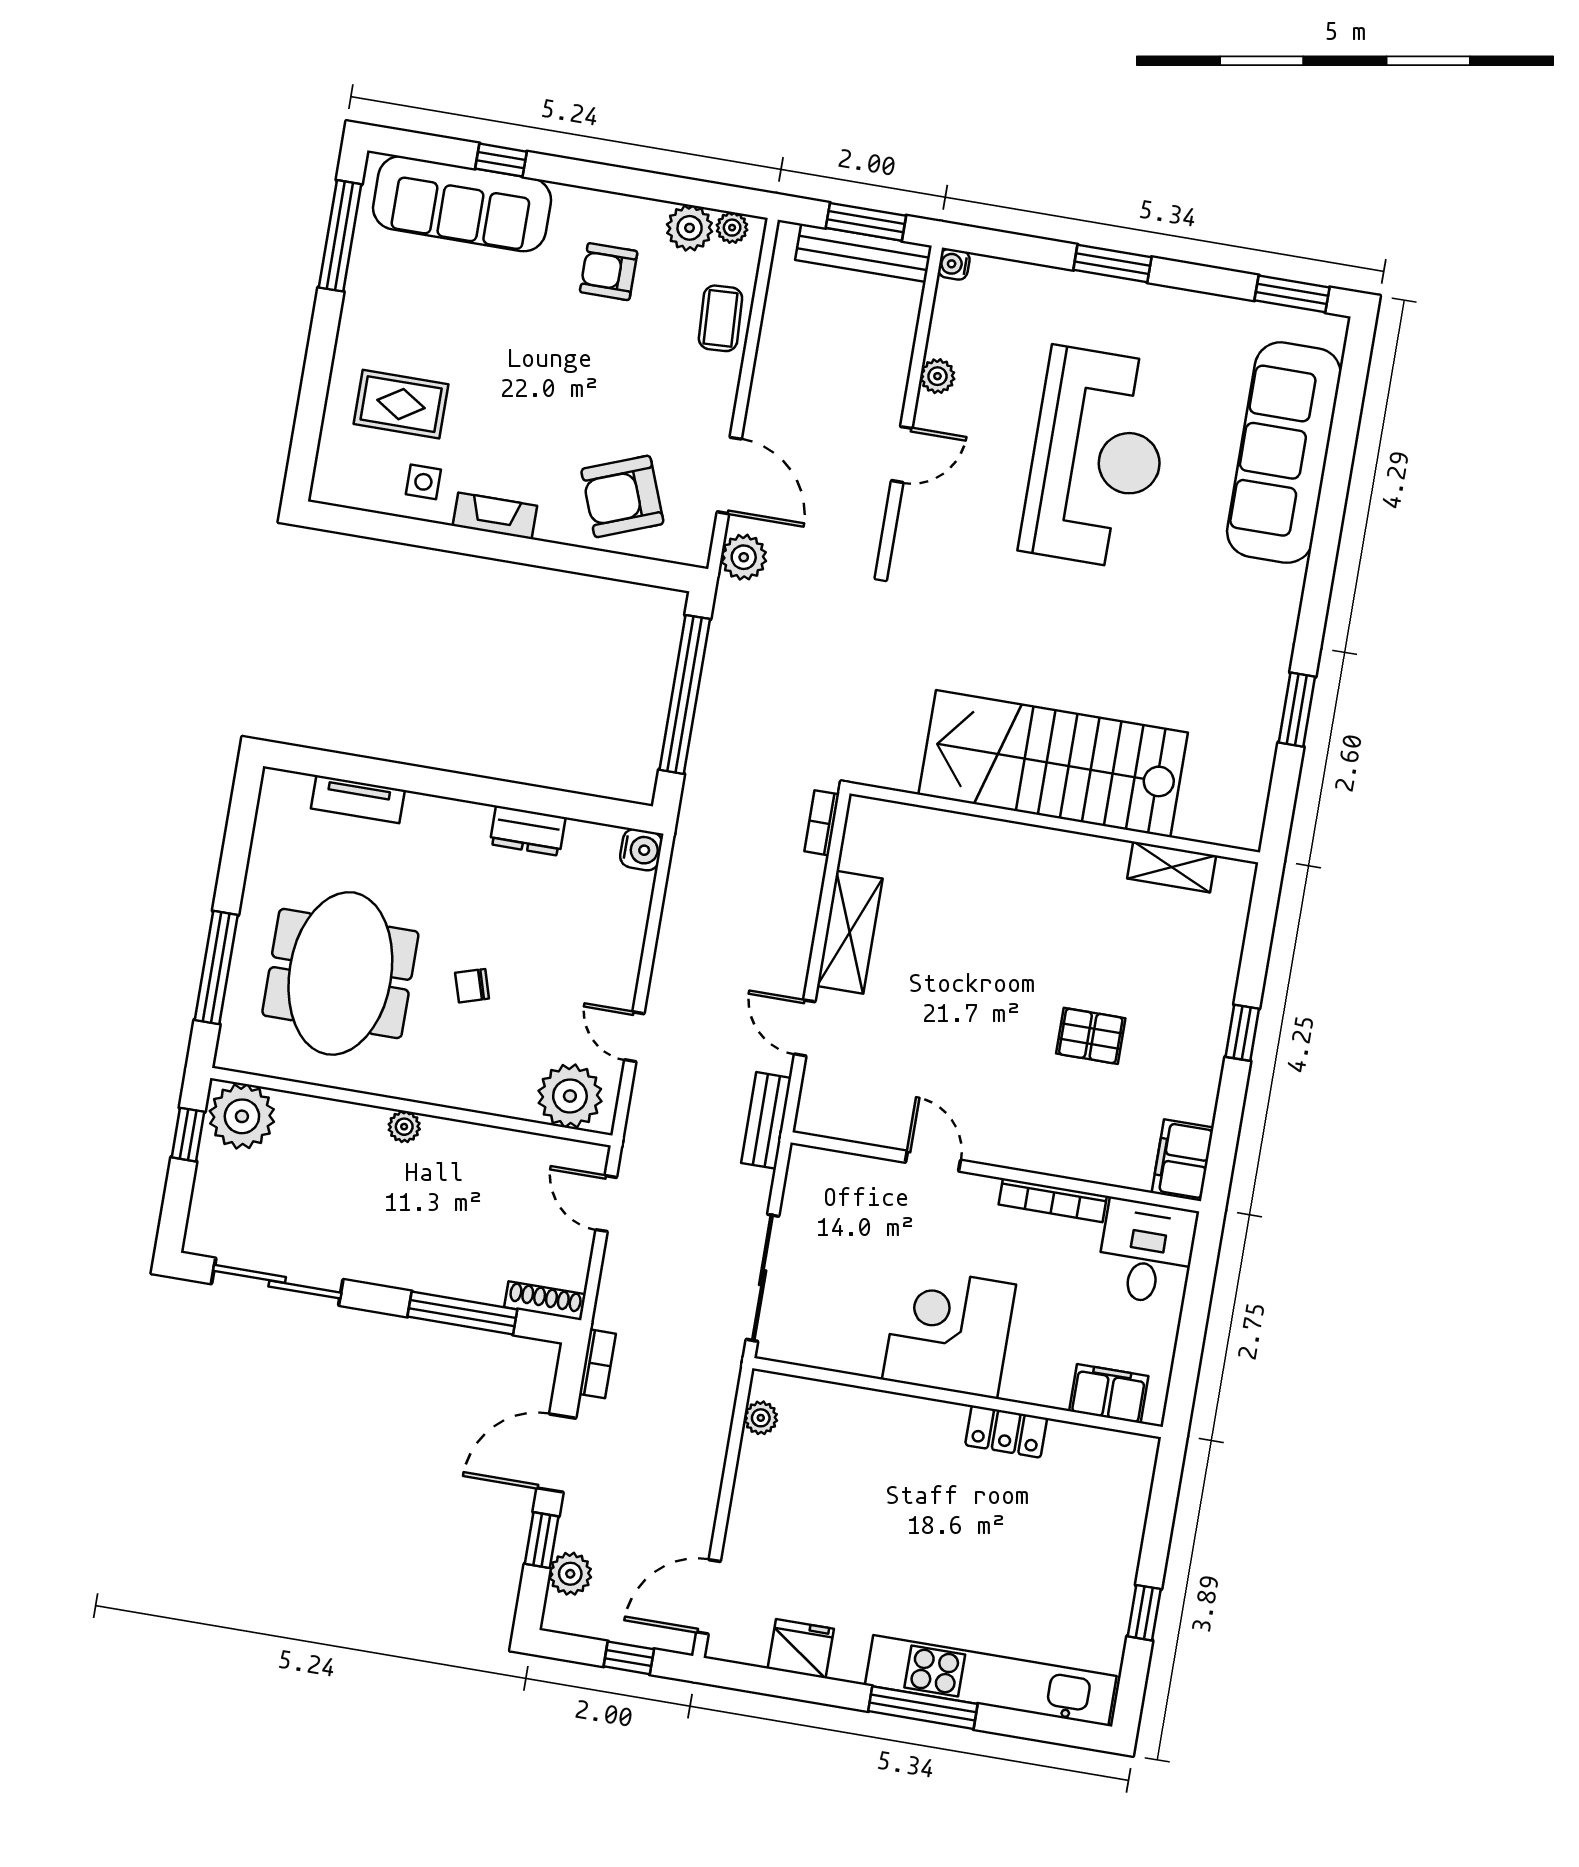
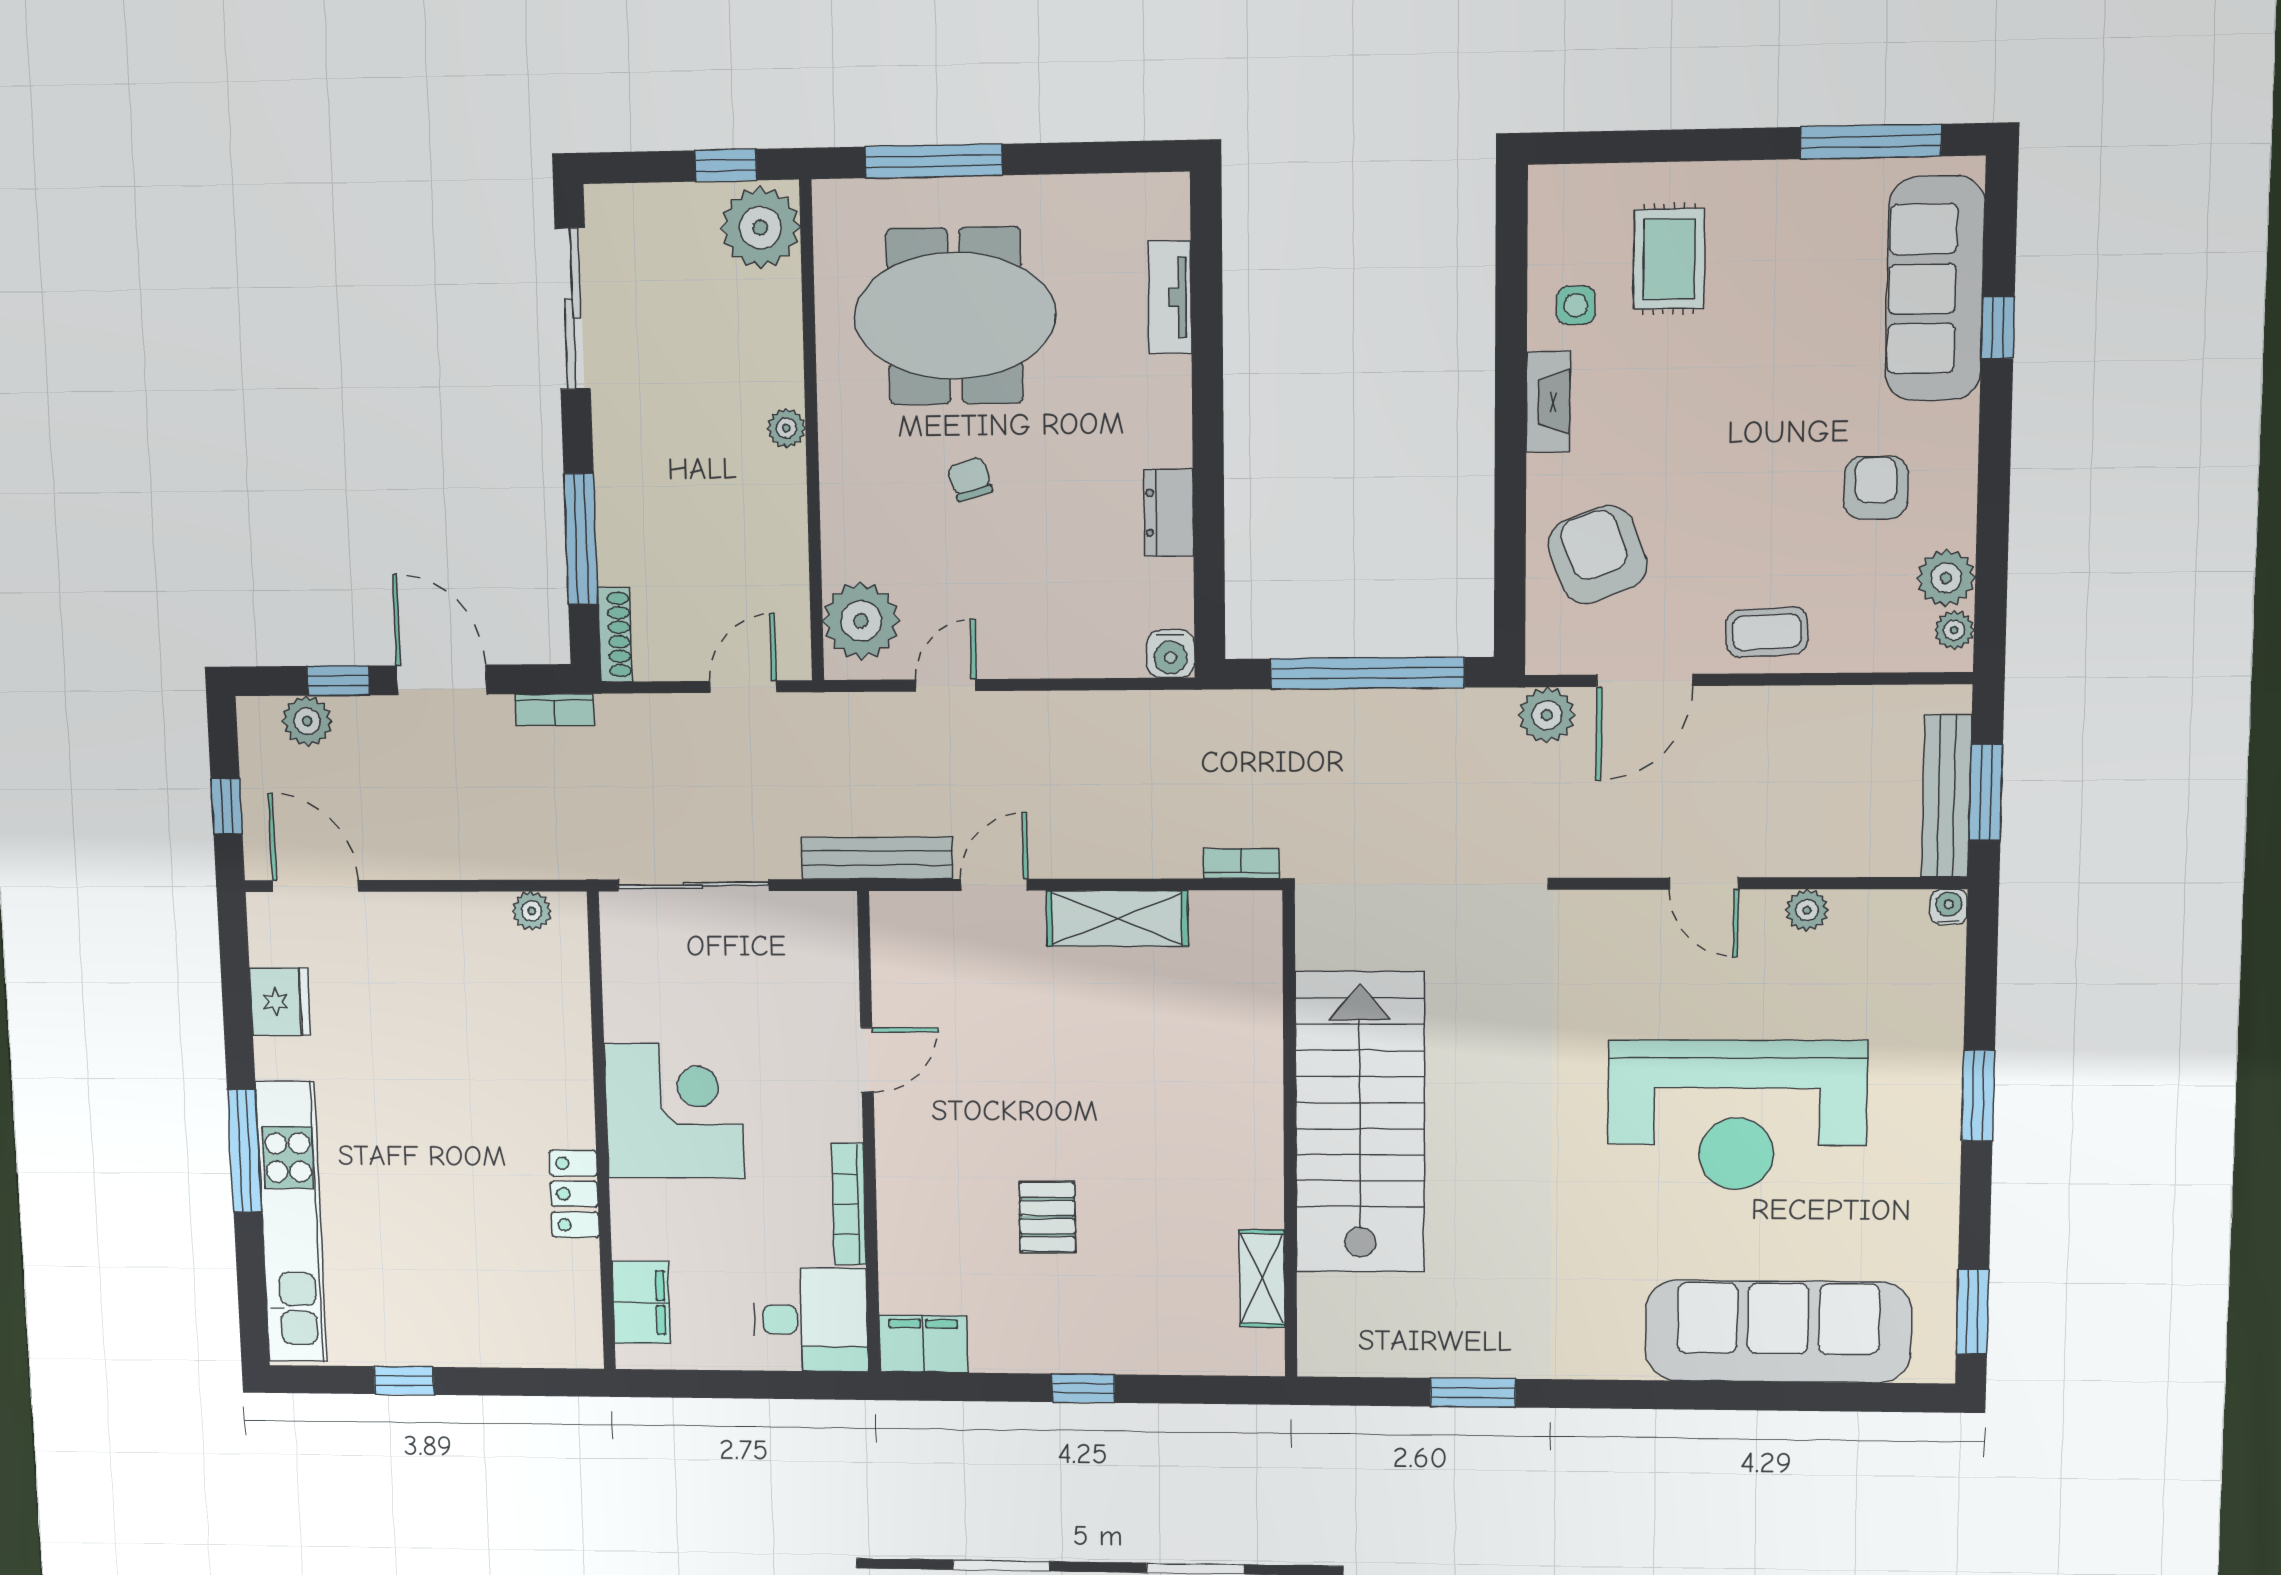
coffee table: (720, 318) -> (1767, 632), moved
bench: (766, 1120) -> (877, 858), width x1.36

